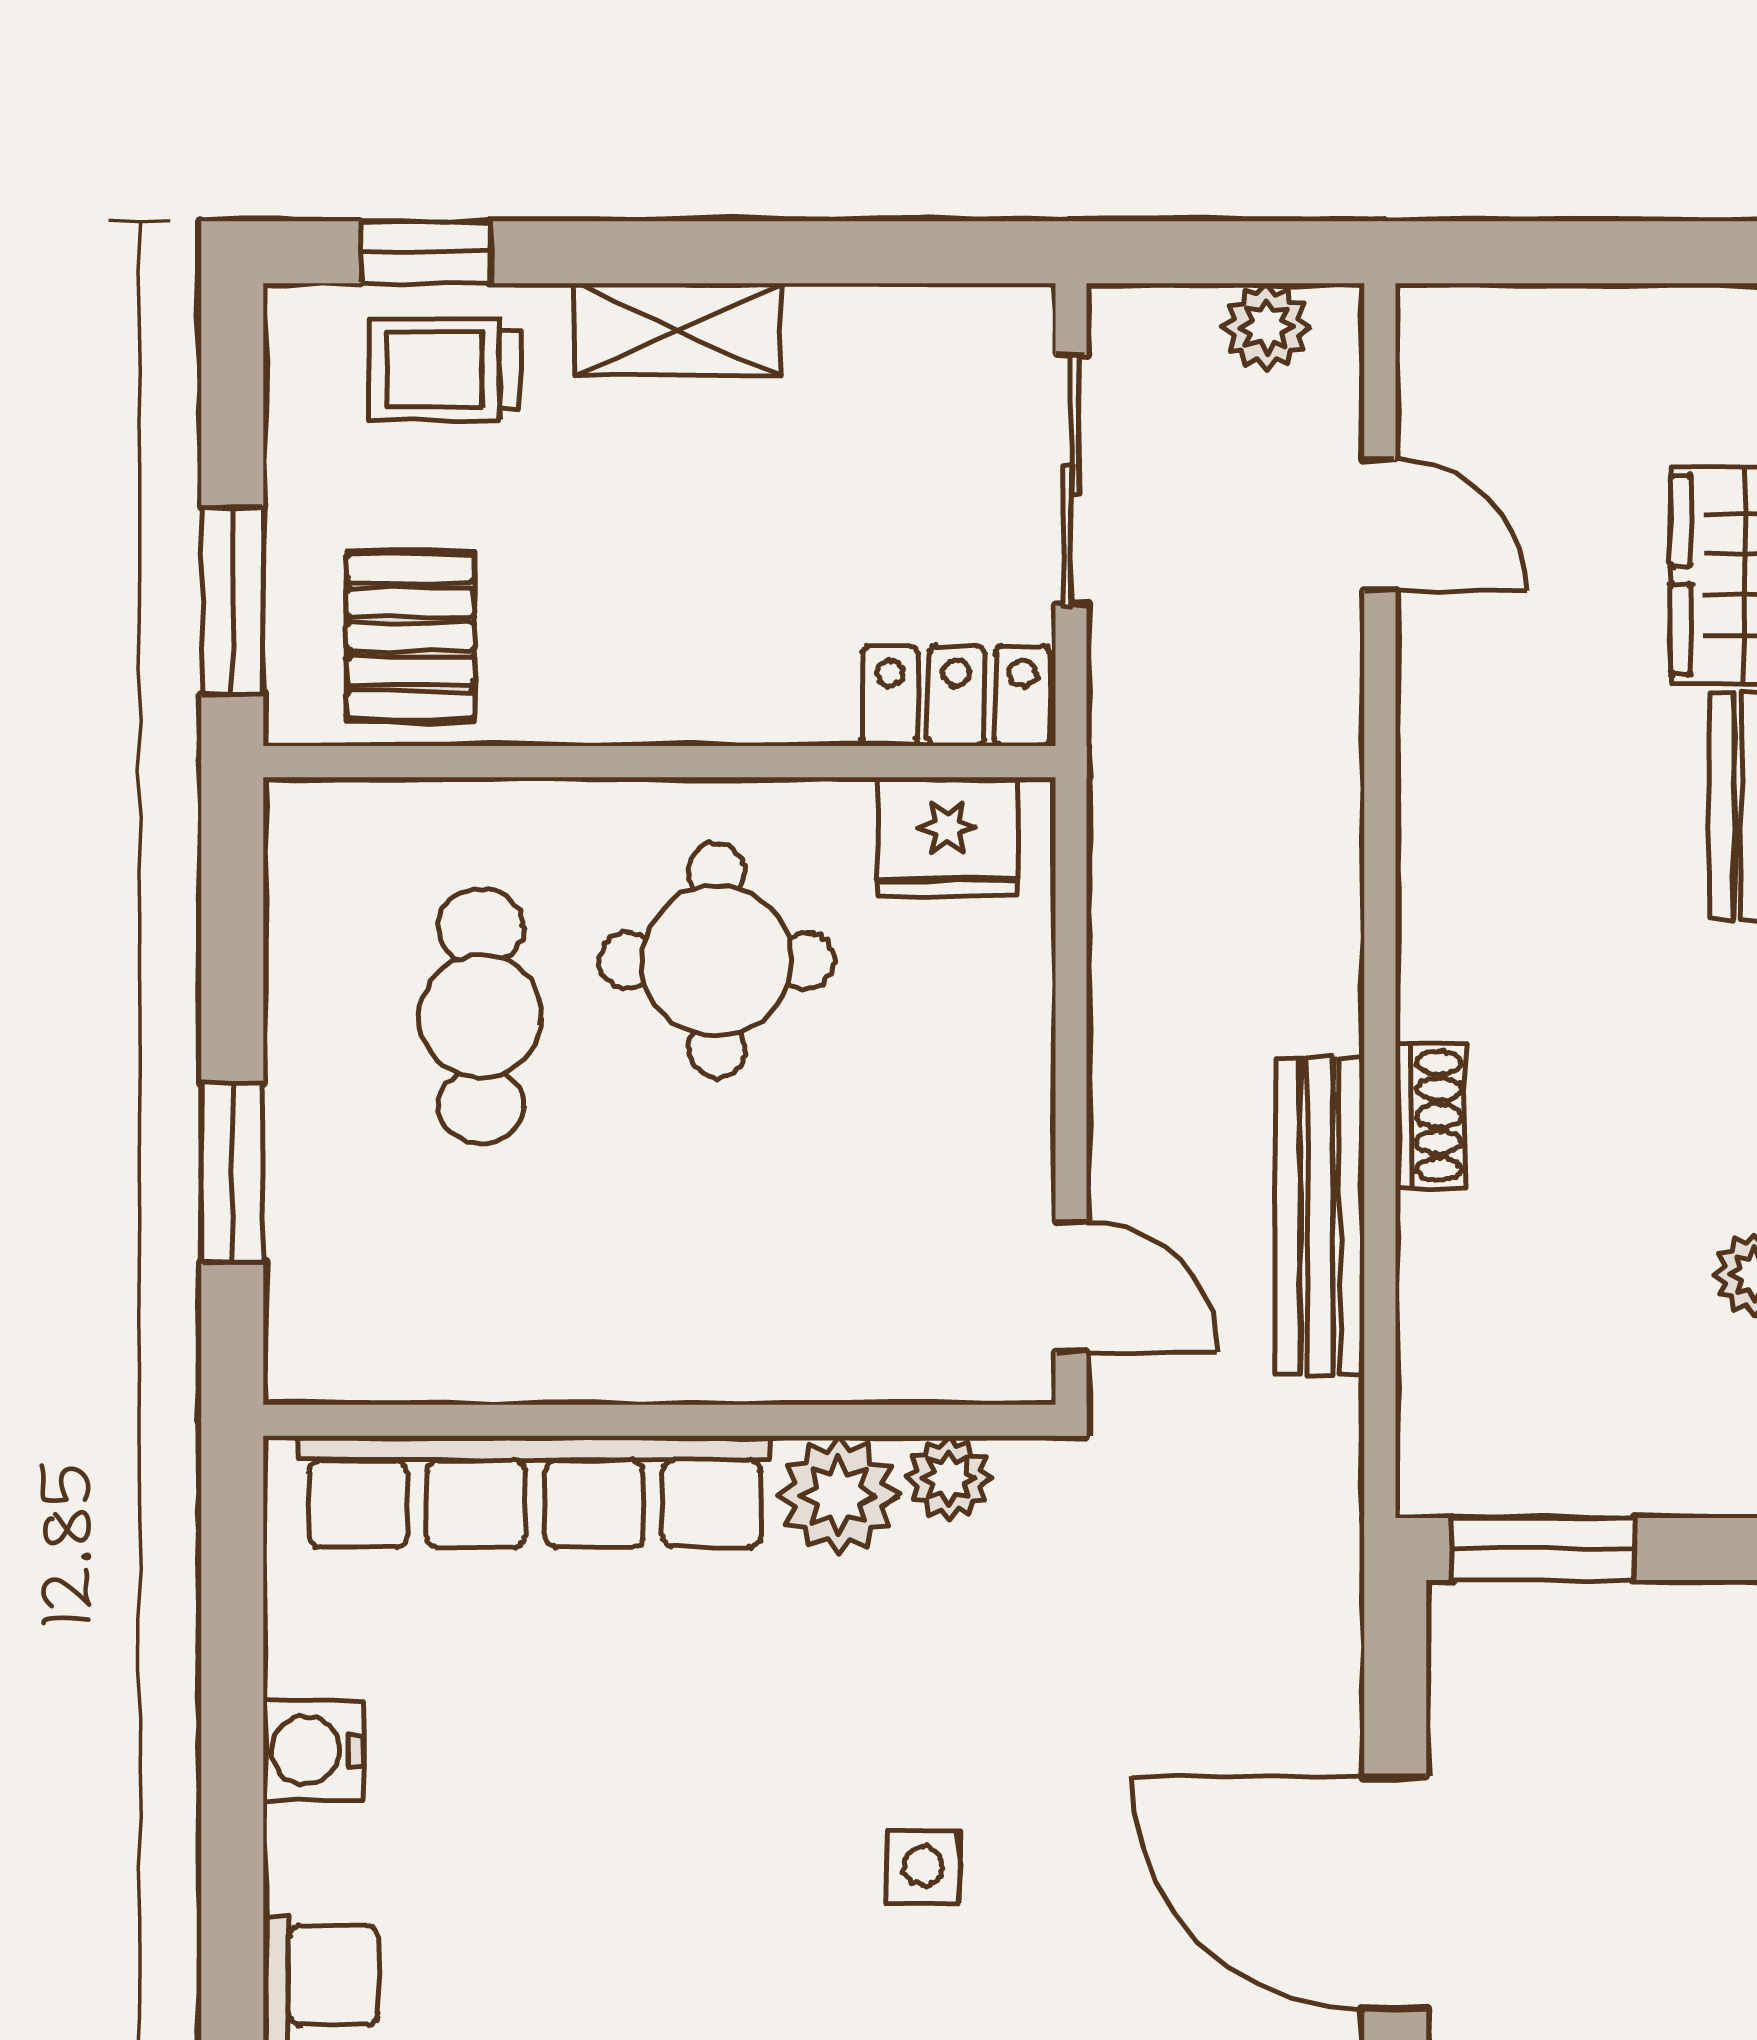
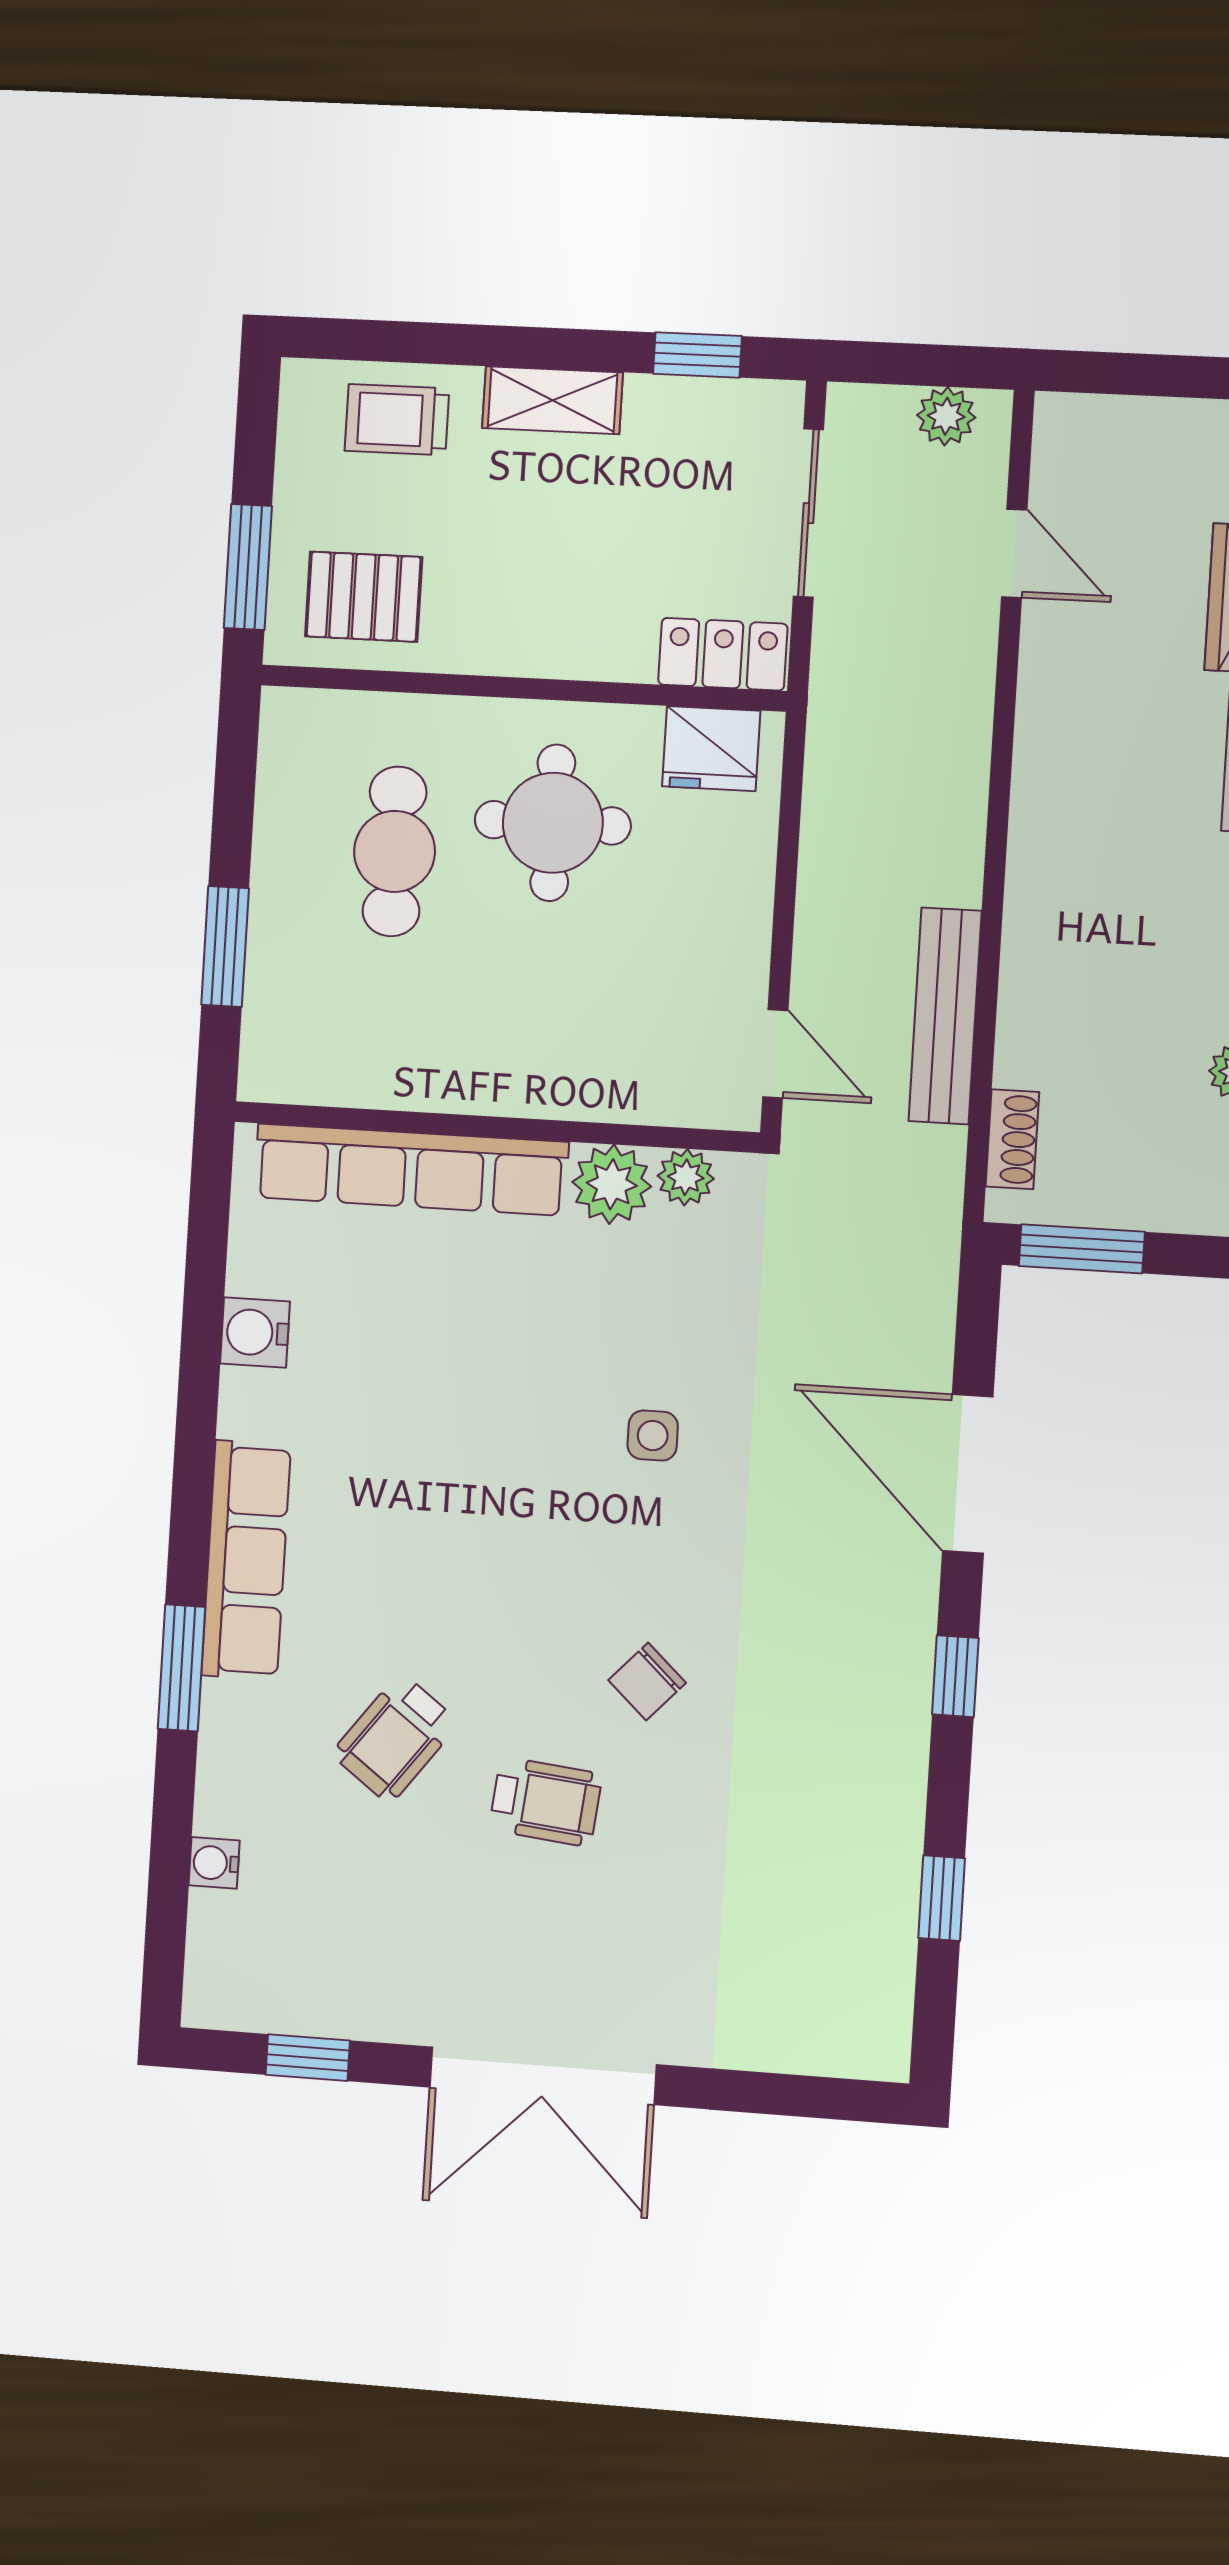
window: (425, 252) -> (697, 355), moved
pallet: (411, 637) -> (364, 597), turned 90
shoe rack: (1430, 1116) -> (1012, 1139), moved

